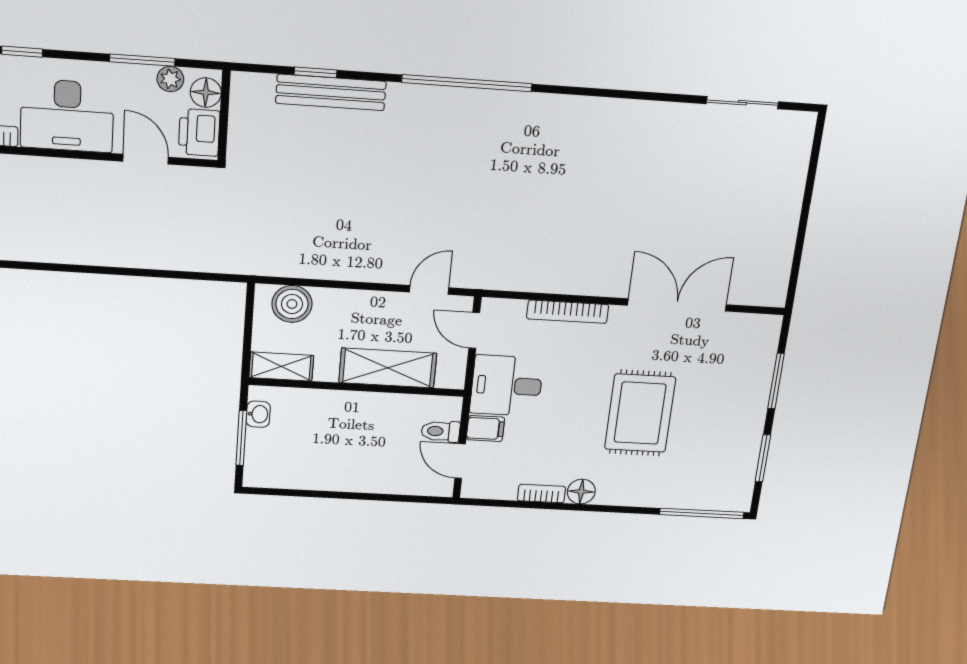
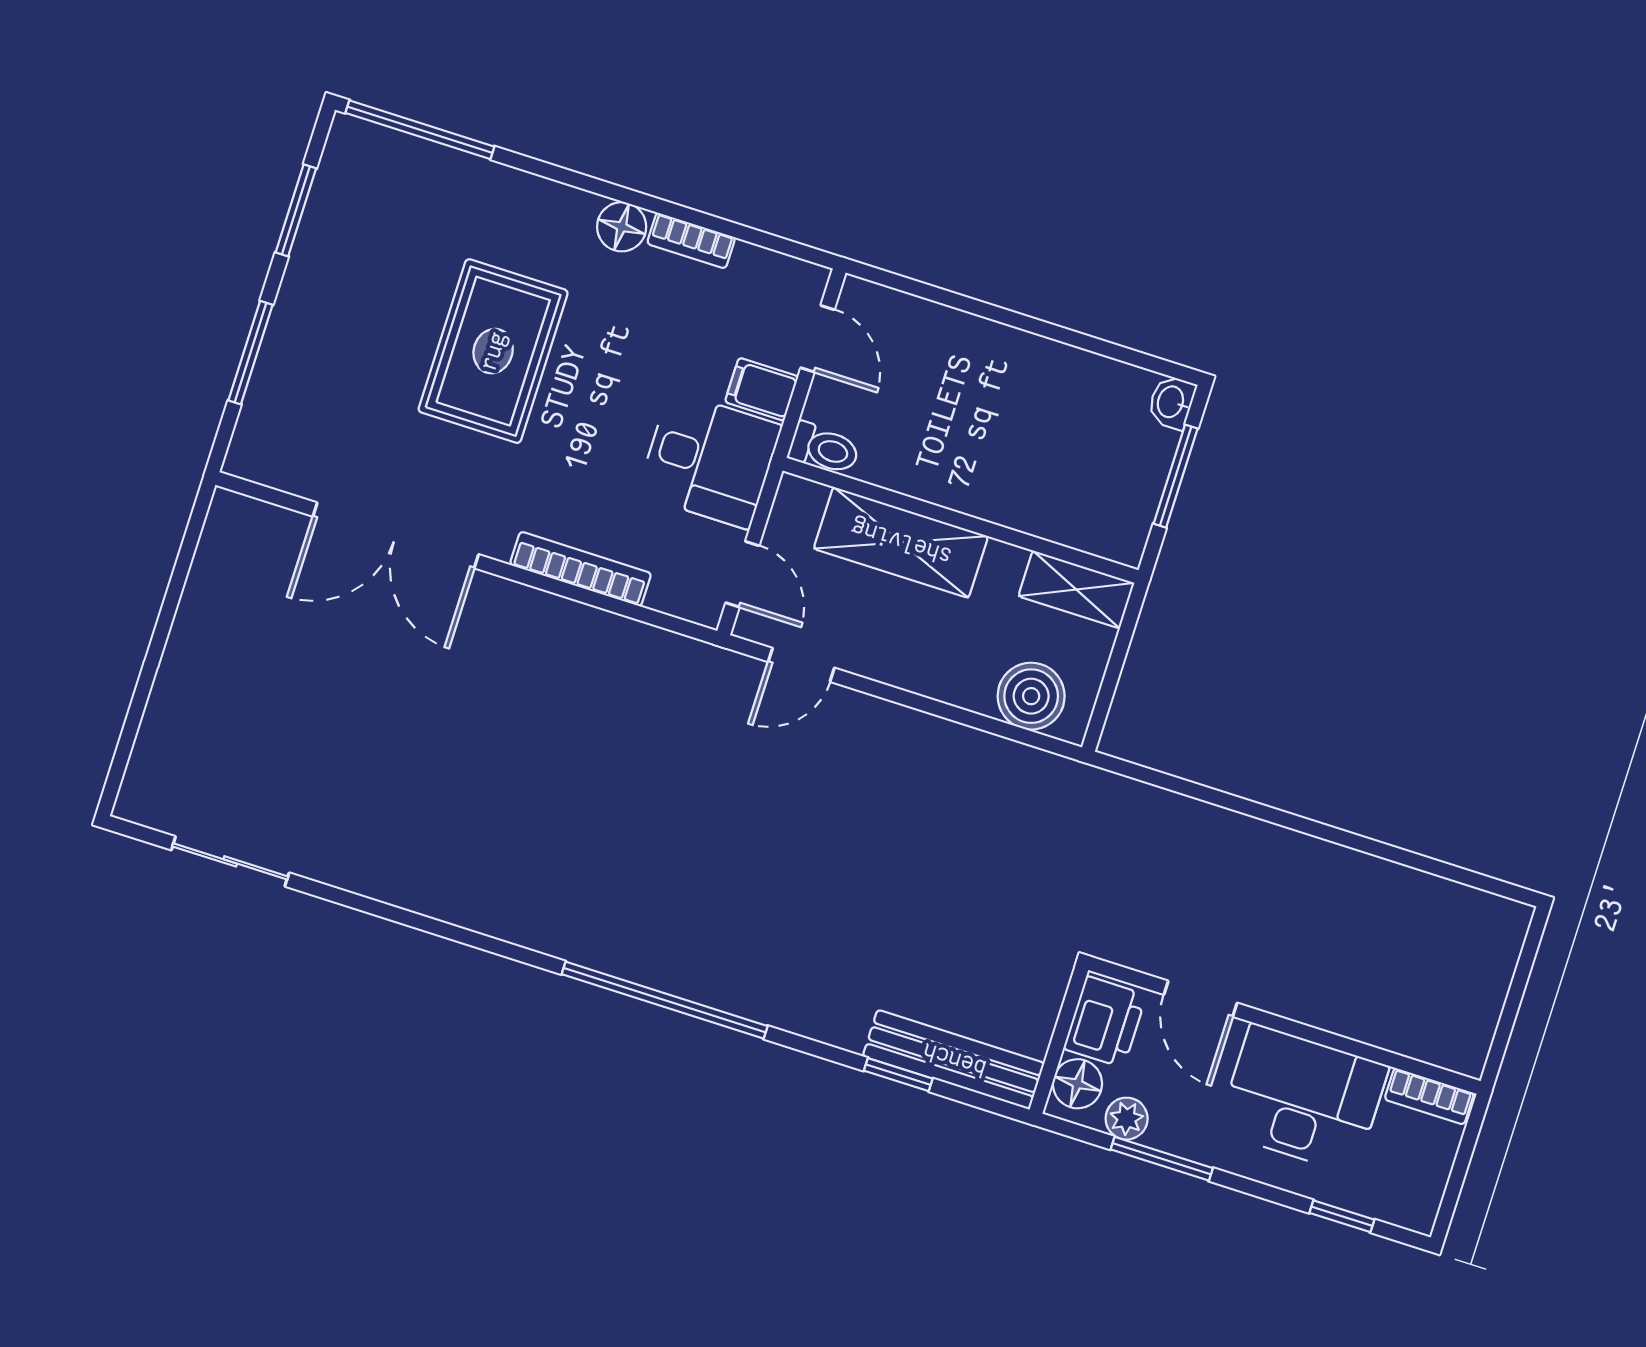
bench: (331, 92) -> (954, 1060), moved
washbasin: (258, 414) -> (1172, 402), moved
toilet: (441, 431) -> (824, 449), moved

